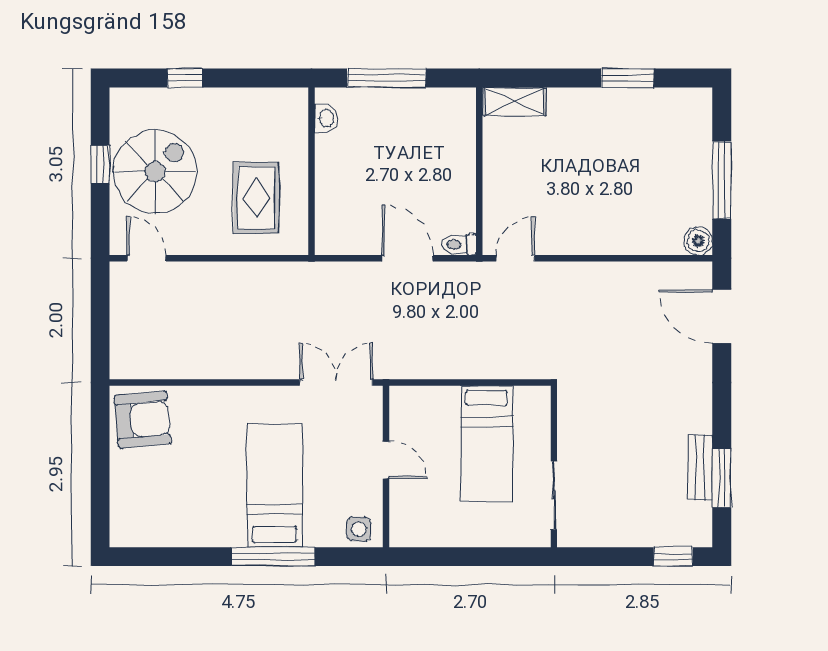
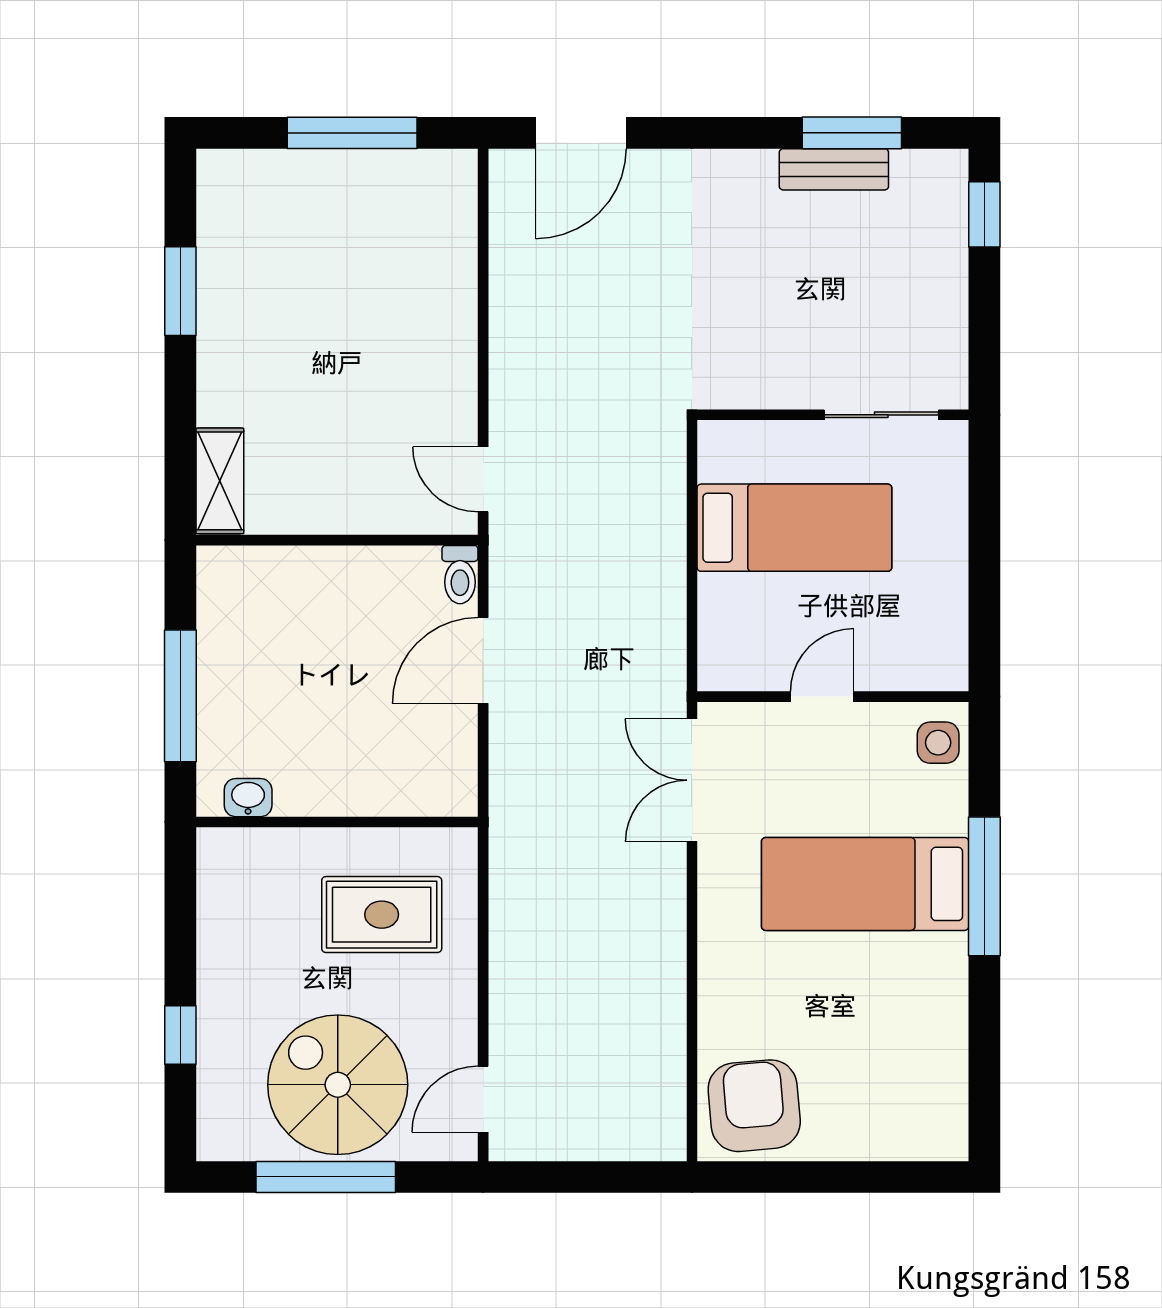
window: (100, 165) -> (326, 1177), width x2.17
boiler: (698, 241) -> (454, 172), removed

